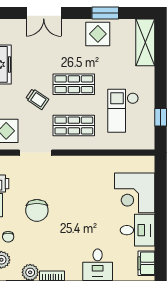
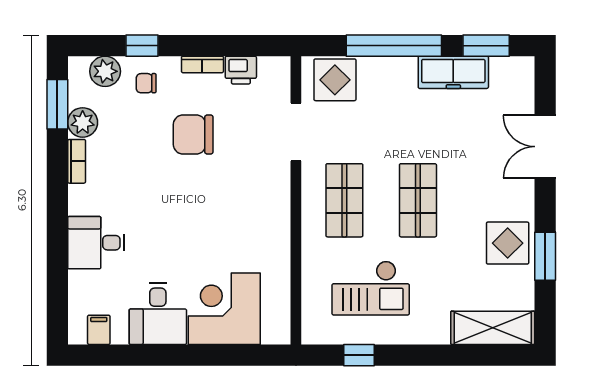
trolley: (37, 99) -> (392, 135), removed
checkout: (123, 111) -> (371, 288), turned 180
filing cabinet: (146, 263) -> (99, 330), width x0.50

